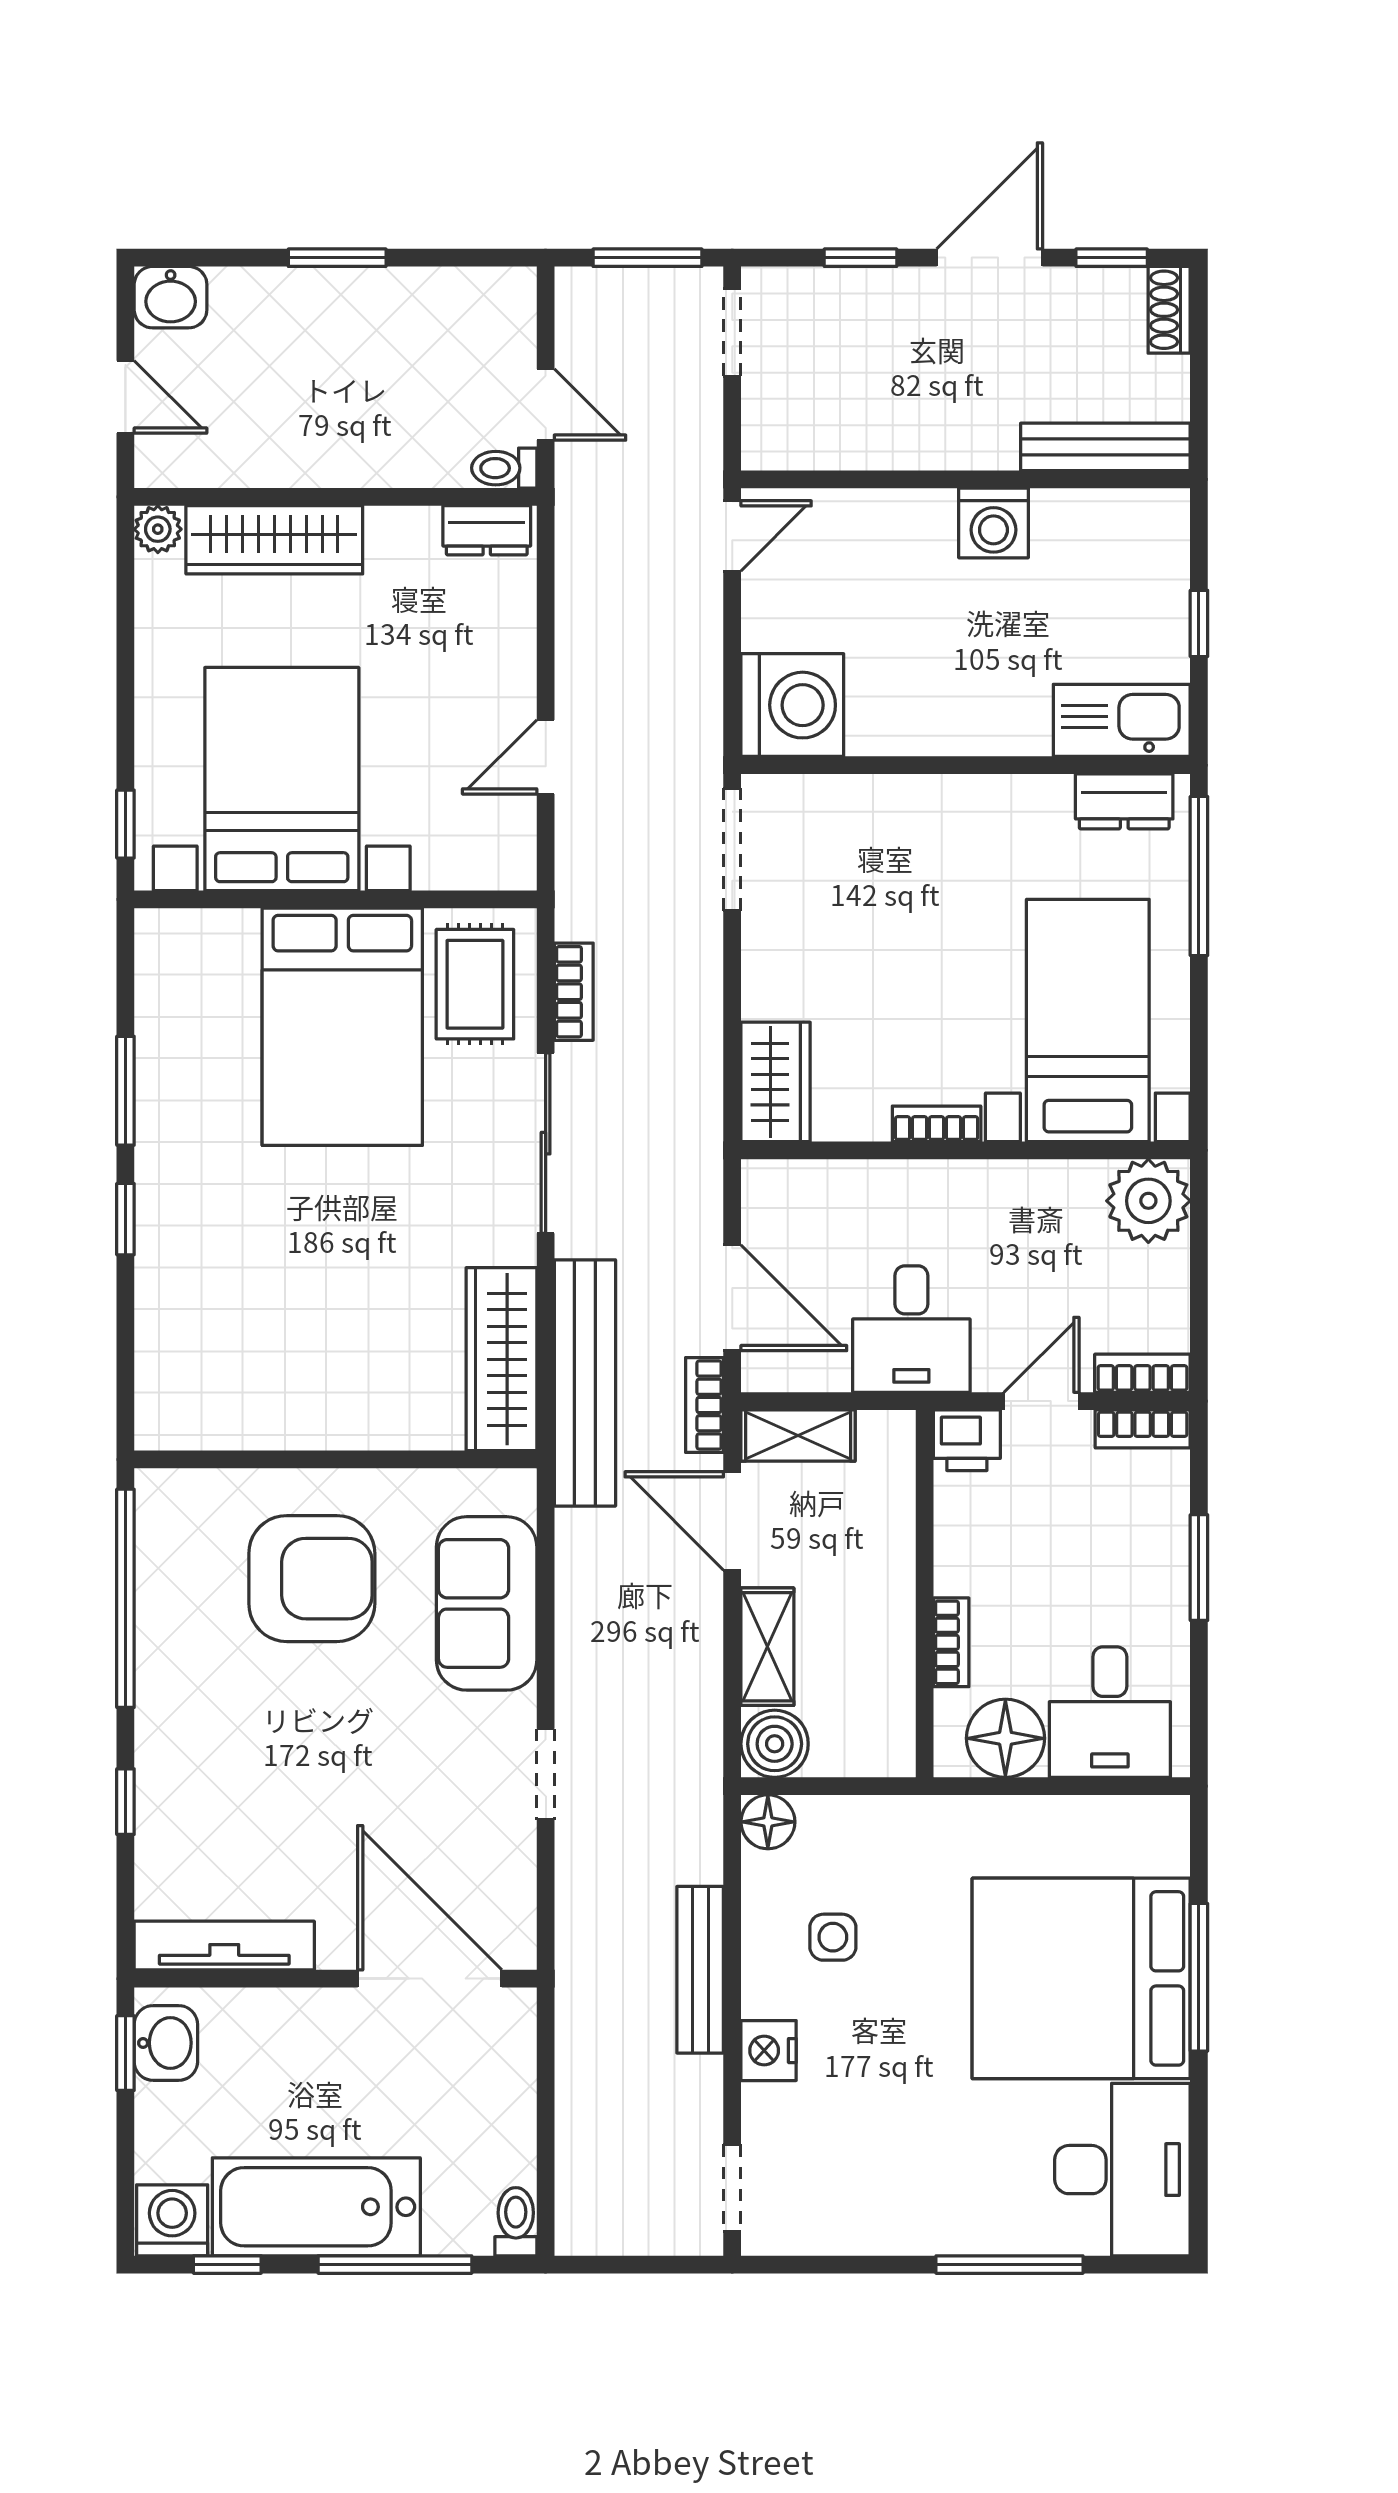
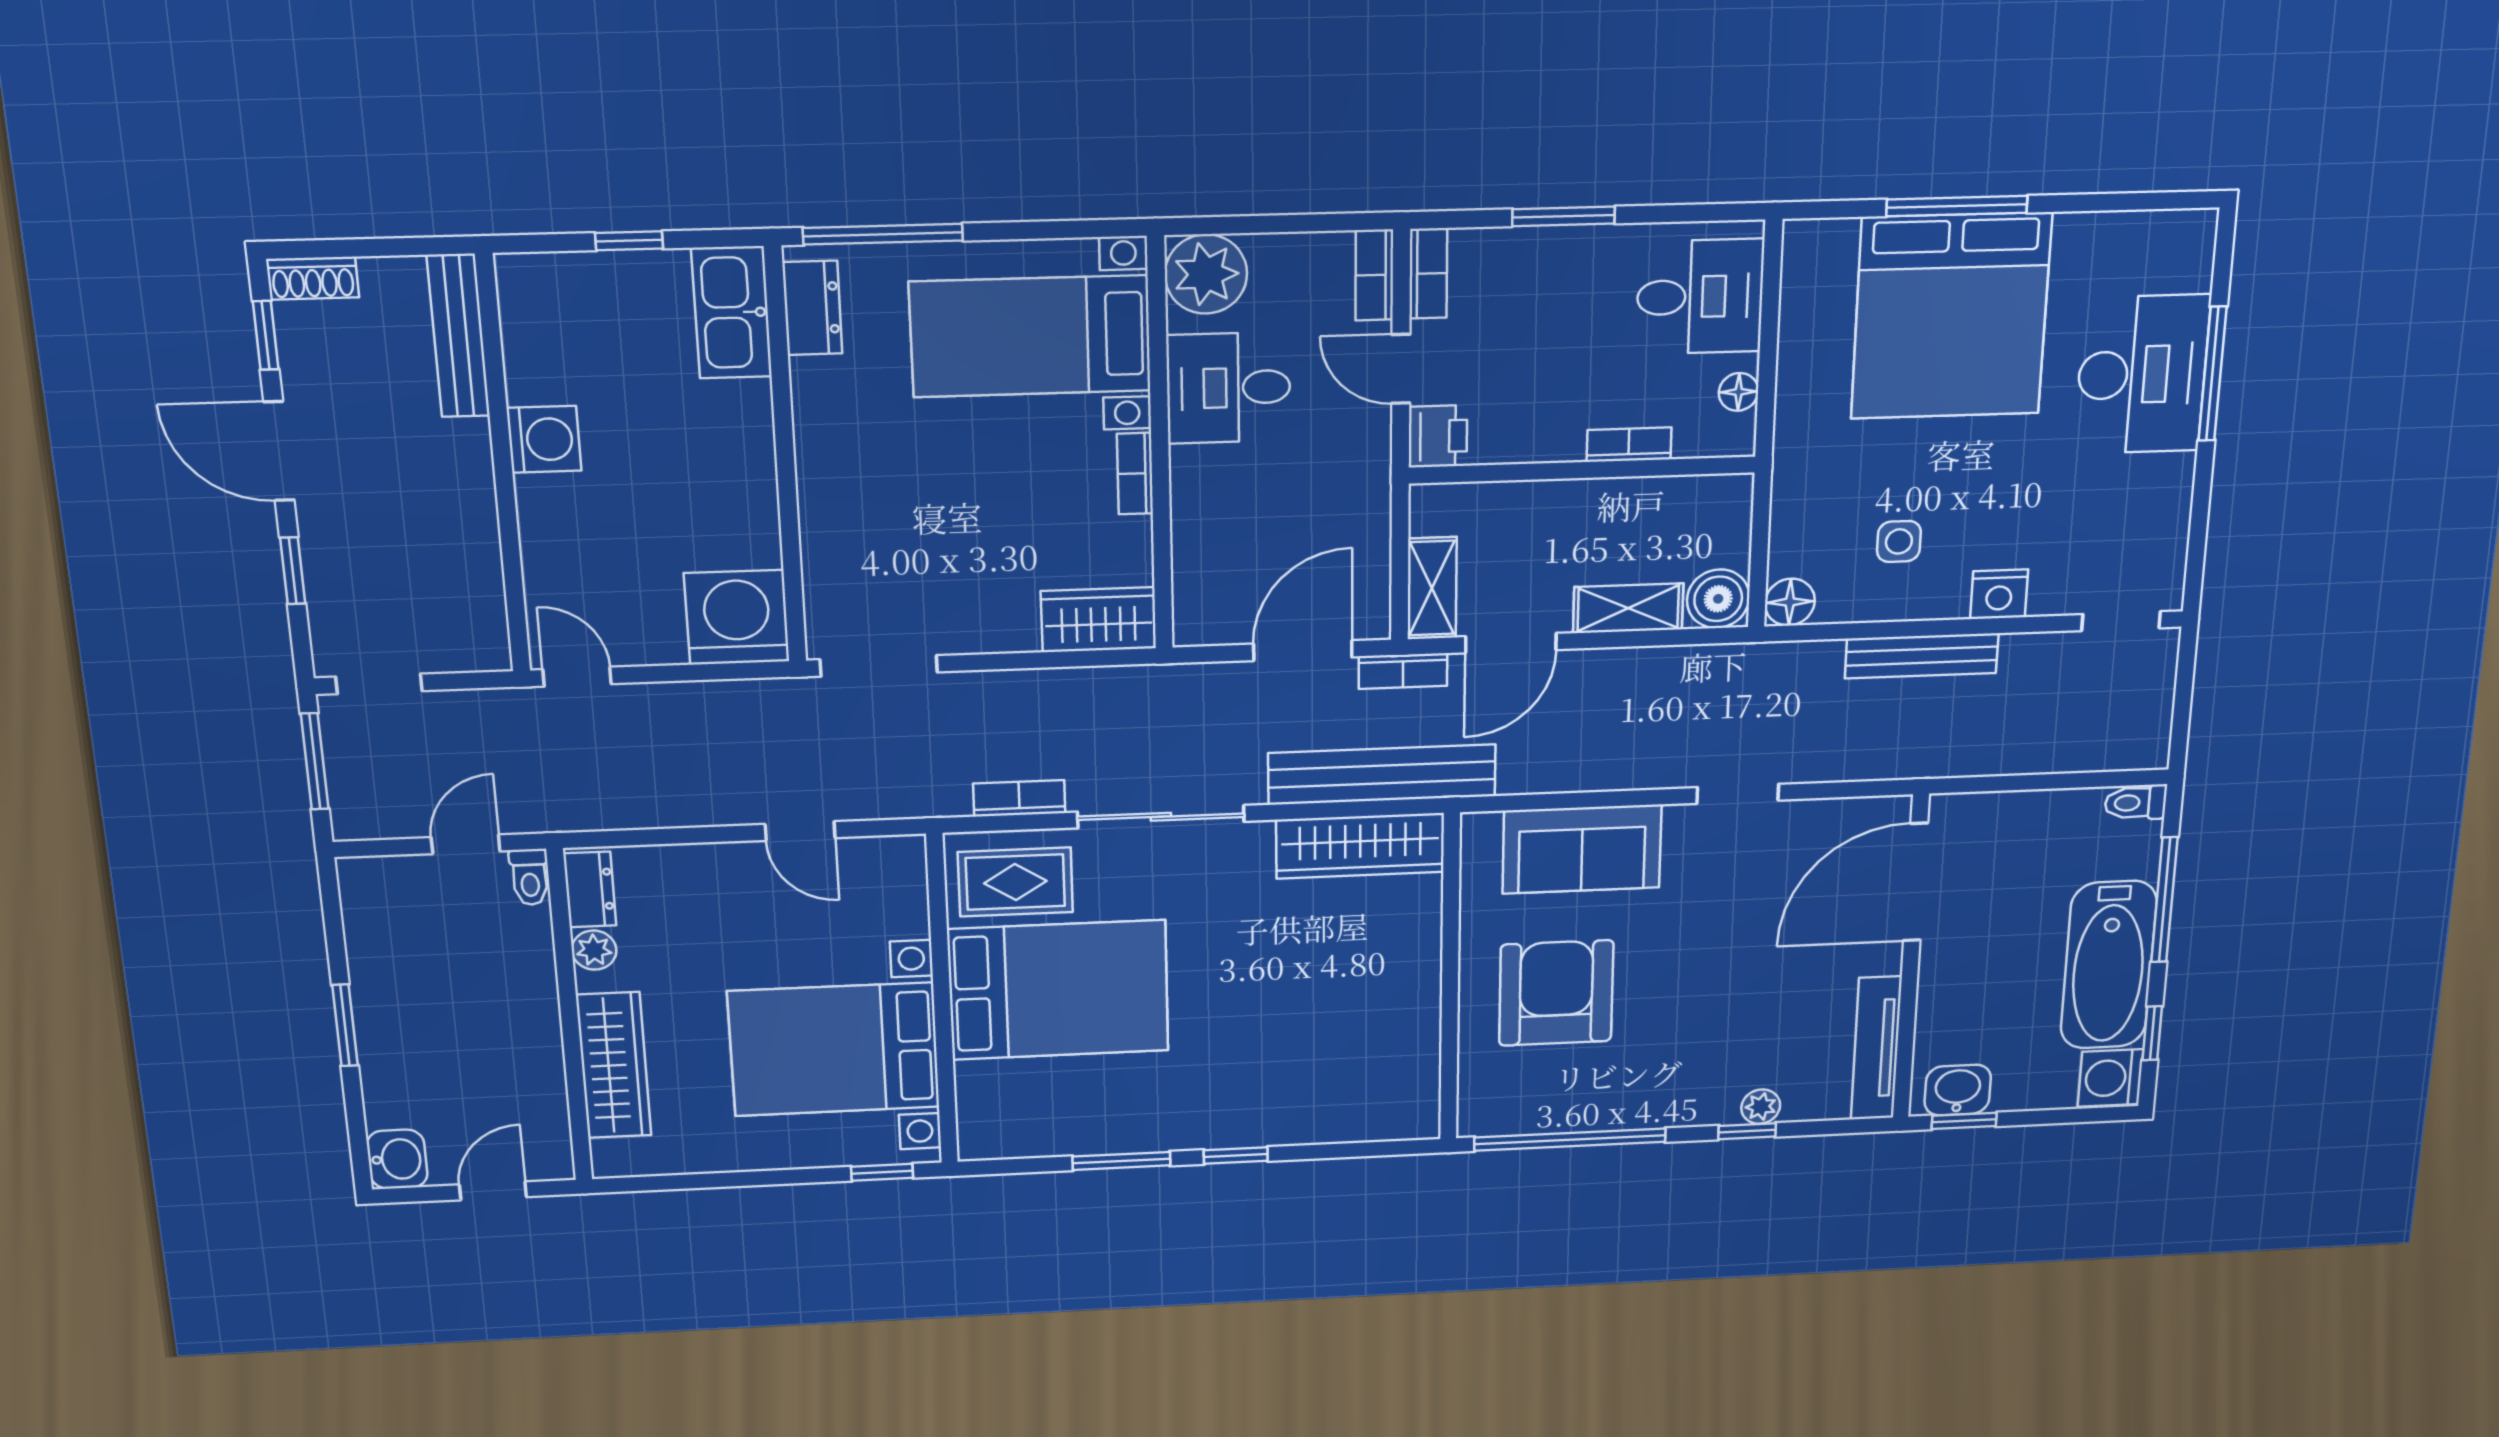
plant: (158, 529) -> (594, 950), moved
desk: (911, 1329) -> (1228, 388), moved, turned 180
floor lamp: (1005, 1738) -> (1739, 392), width x0.53, depth x0.53
plant: (156, 1816) -> (1761, 1107), added
desk: (1122, 2170) -> (2142, 374), moved, turned 90

